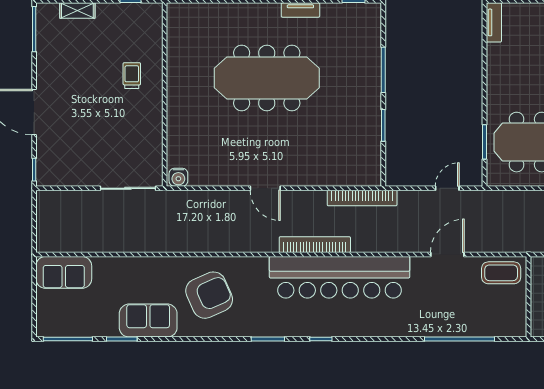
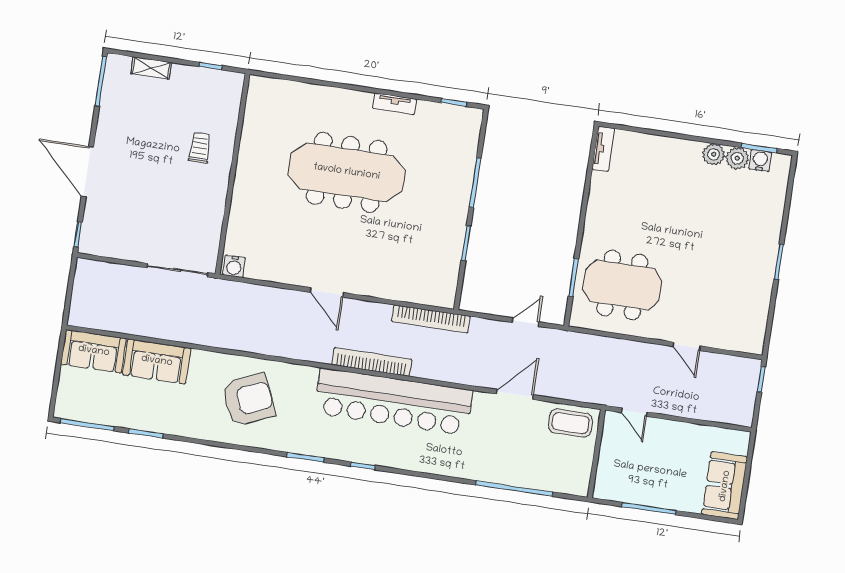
sofa: (148, 321) -> (157, 361), moved, turned 180

